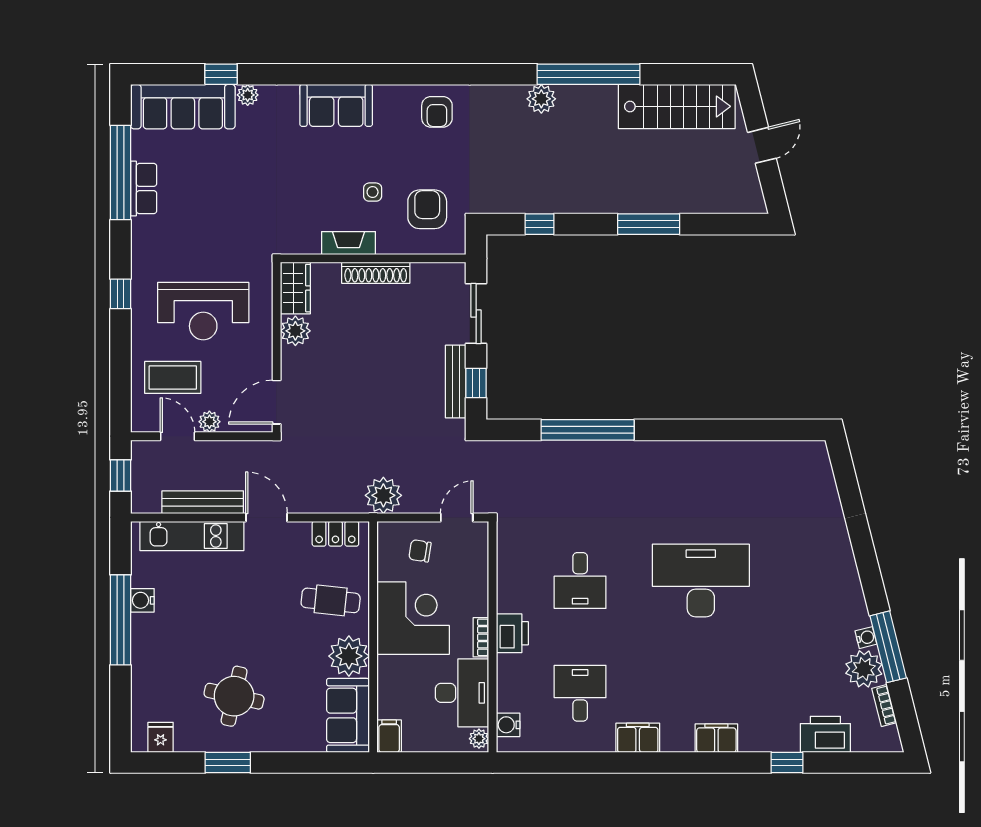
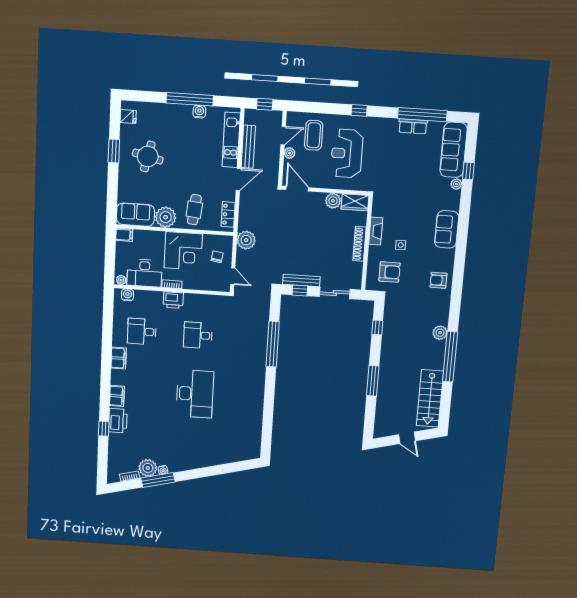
desk: (580, 693) -> (142, 331), turned 180
printer: (825, 734) -> (118, 421), moved

